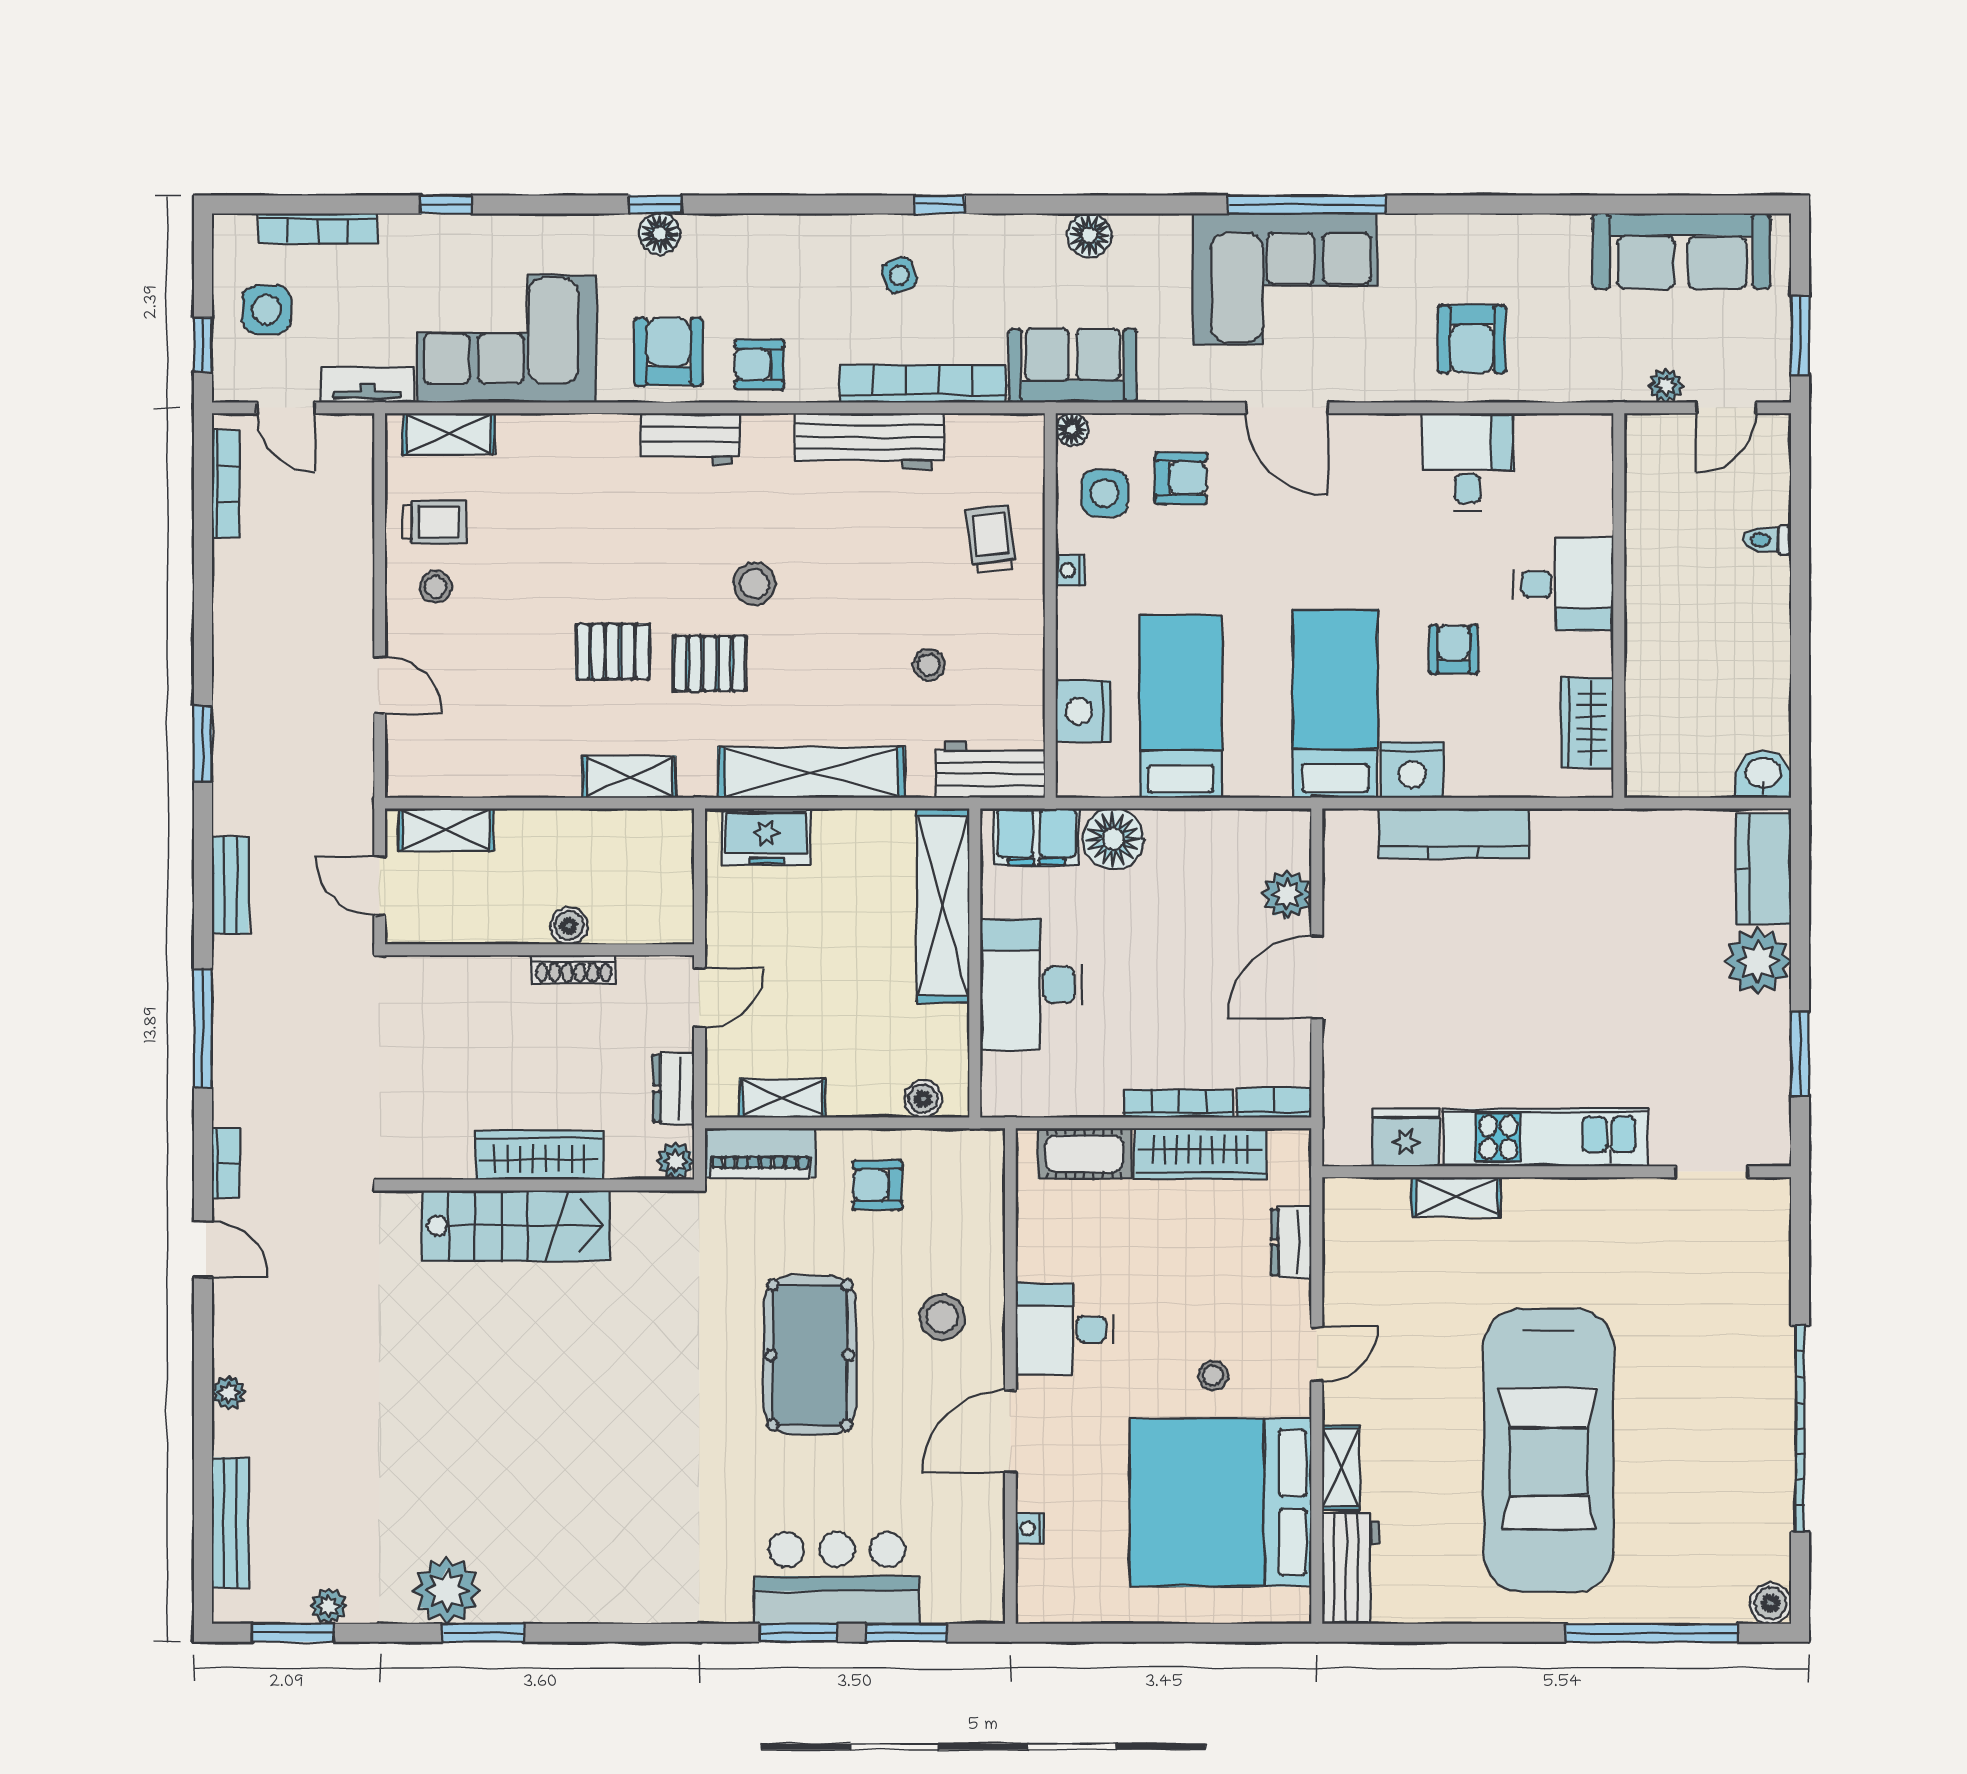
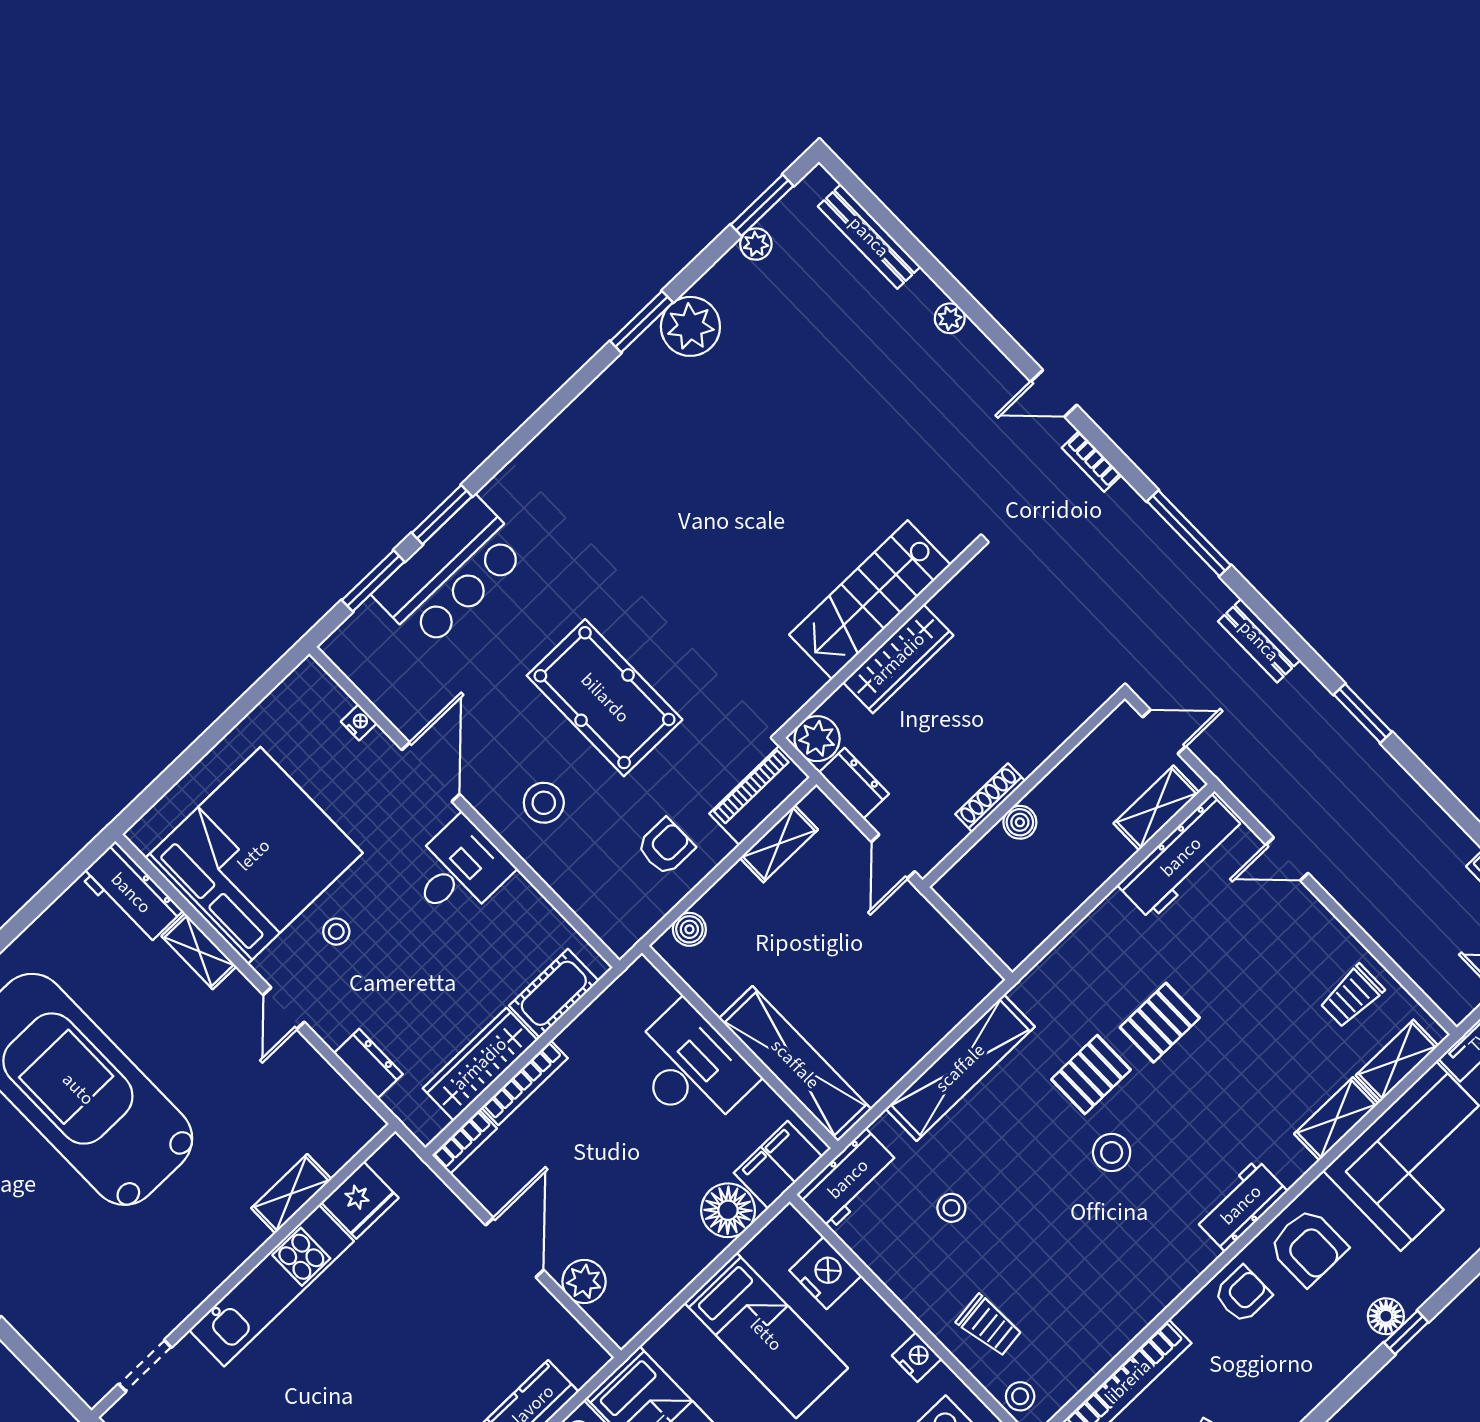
workbench: (869, 441) -> (1181, 857), moved, turned 180
nightstand: (1070, 570) -> (917, 1357), width x1.39, depth x1.35
stool: (436, 587) -> (1020, 1396), moved
shelving: (629, 777) -> (1336, 1119), moved
freezer: (766, 837) -> (949, 999), removed
plant: (676, 1161) -> (817, 739), width x1.38, depth x1.38

